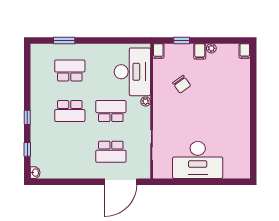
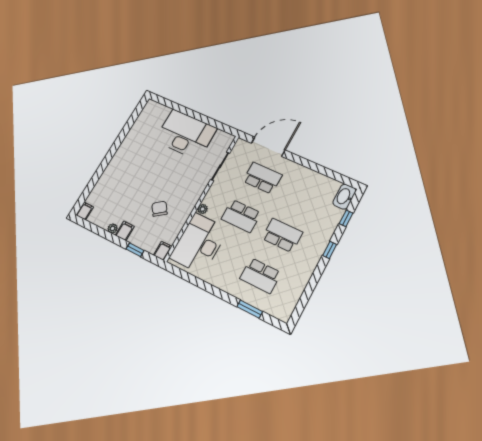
washbasin: (35, 173) -> (344, 197), width x1.91, depth x1.45

